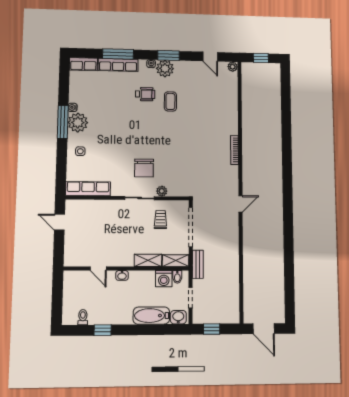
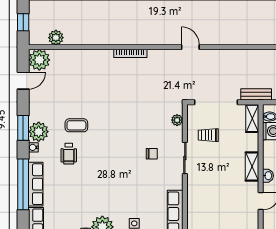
window: (118, 54) -> (23, 184), width x1.46
plant: (233, 67) -> (39, 60), width x1.87, depth x1.87
plant: (248, 85) -> (56, 38), added
wheelchair: (145, 94) -> (69, 154), turned 180
chair: (144, 168) -> (152, 154), width x0.54, depth x0.54
plant: (162, 191) -> (177, 120), moved
shelving: (148, 260) -> (252, 166), moved

